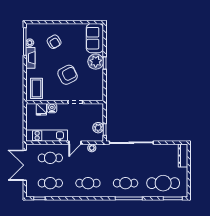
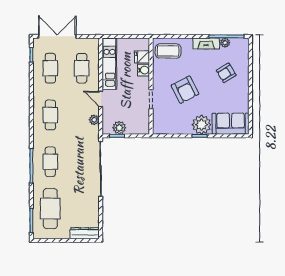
double door: (25, 165) -> (57, 36), moved

